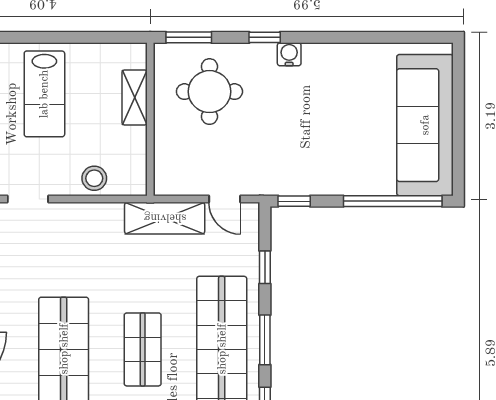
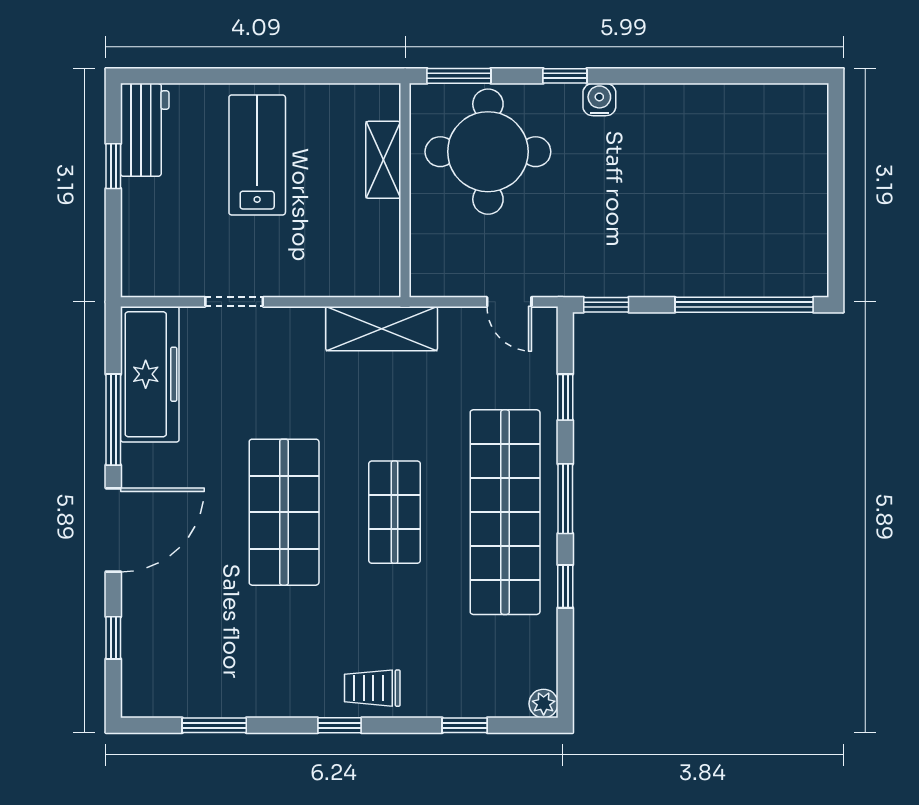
round table: (209, 92) -> (488, 152), width x1.36, depth x1.36
lab bench: (44, 94) -> (257, 155), turned 180
sofa: (425, 125) -> (789, 199), removed
stool: (94, 178) -> (327, 273), removed
shelving: (165, 218) -> (382, 329), moved

